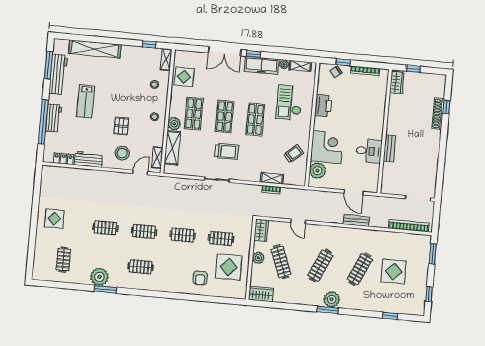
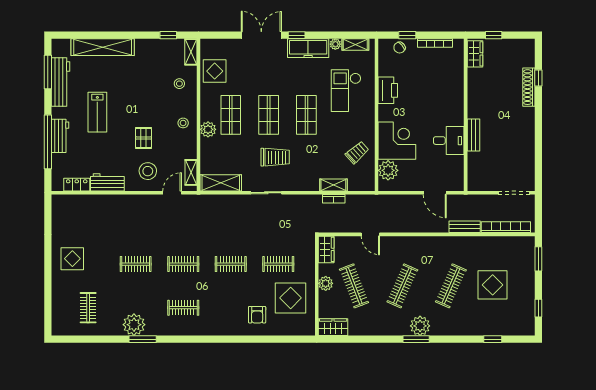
double door: (225, 51) -> (261, 35), swing flipped
shelving: (172, 148) -> (221, 183), moved, turned 90
bench: (356, 221) -> (465, 227), moved

